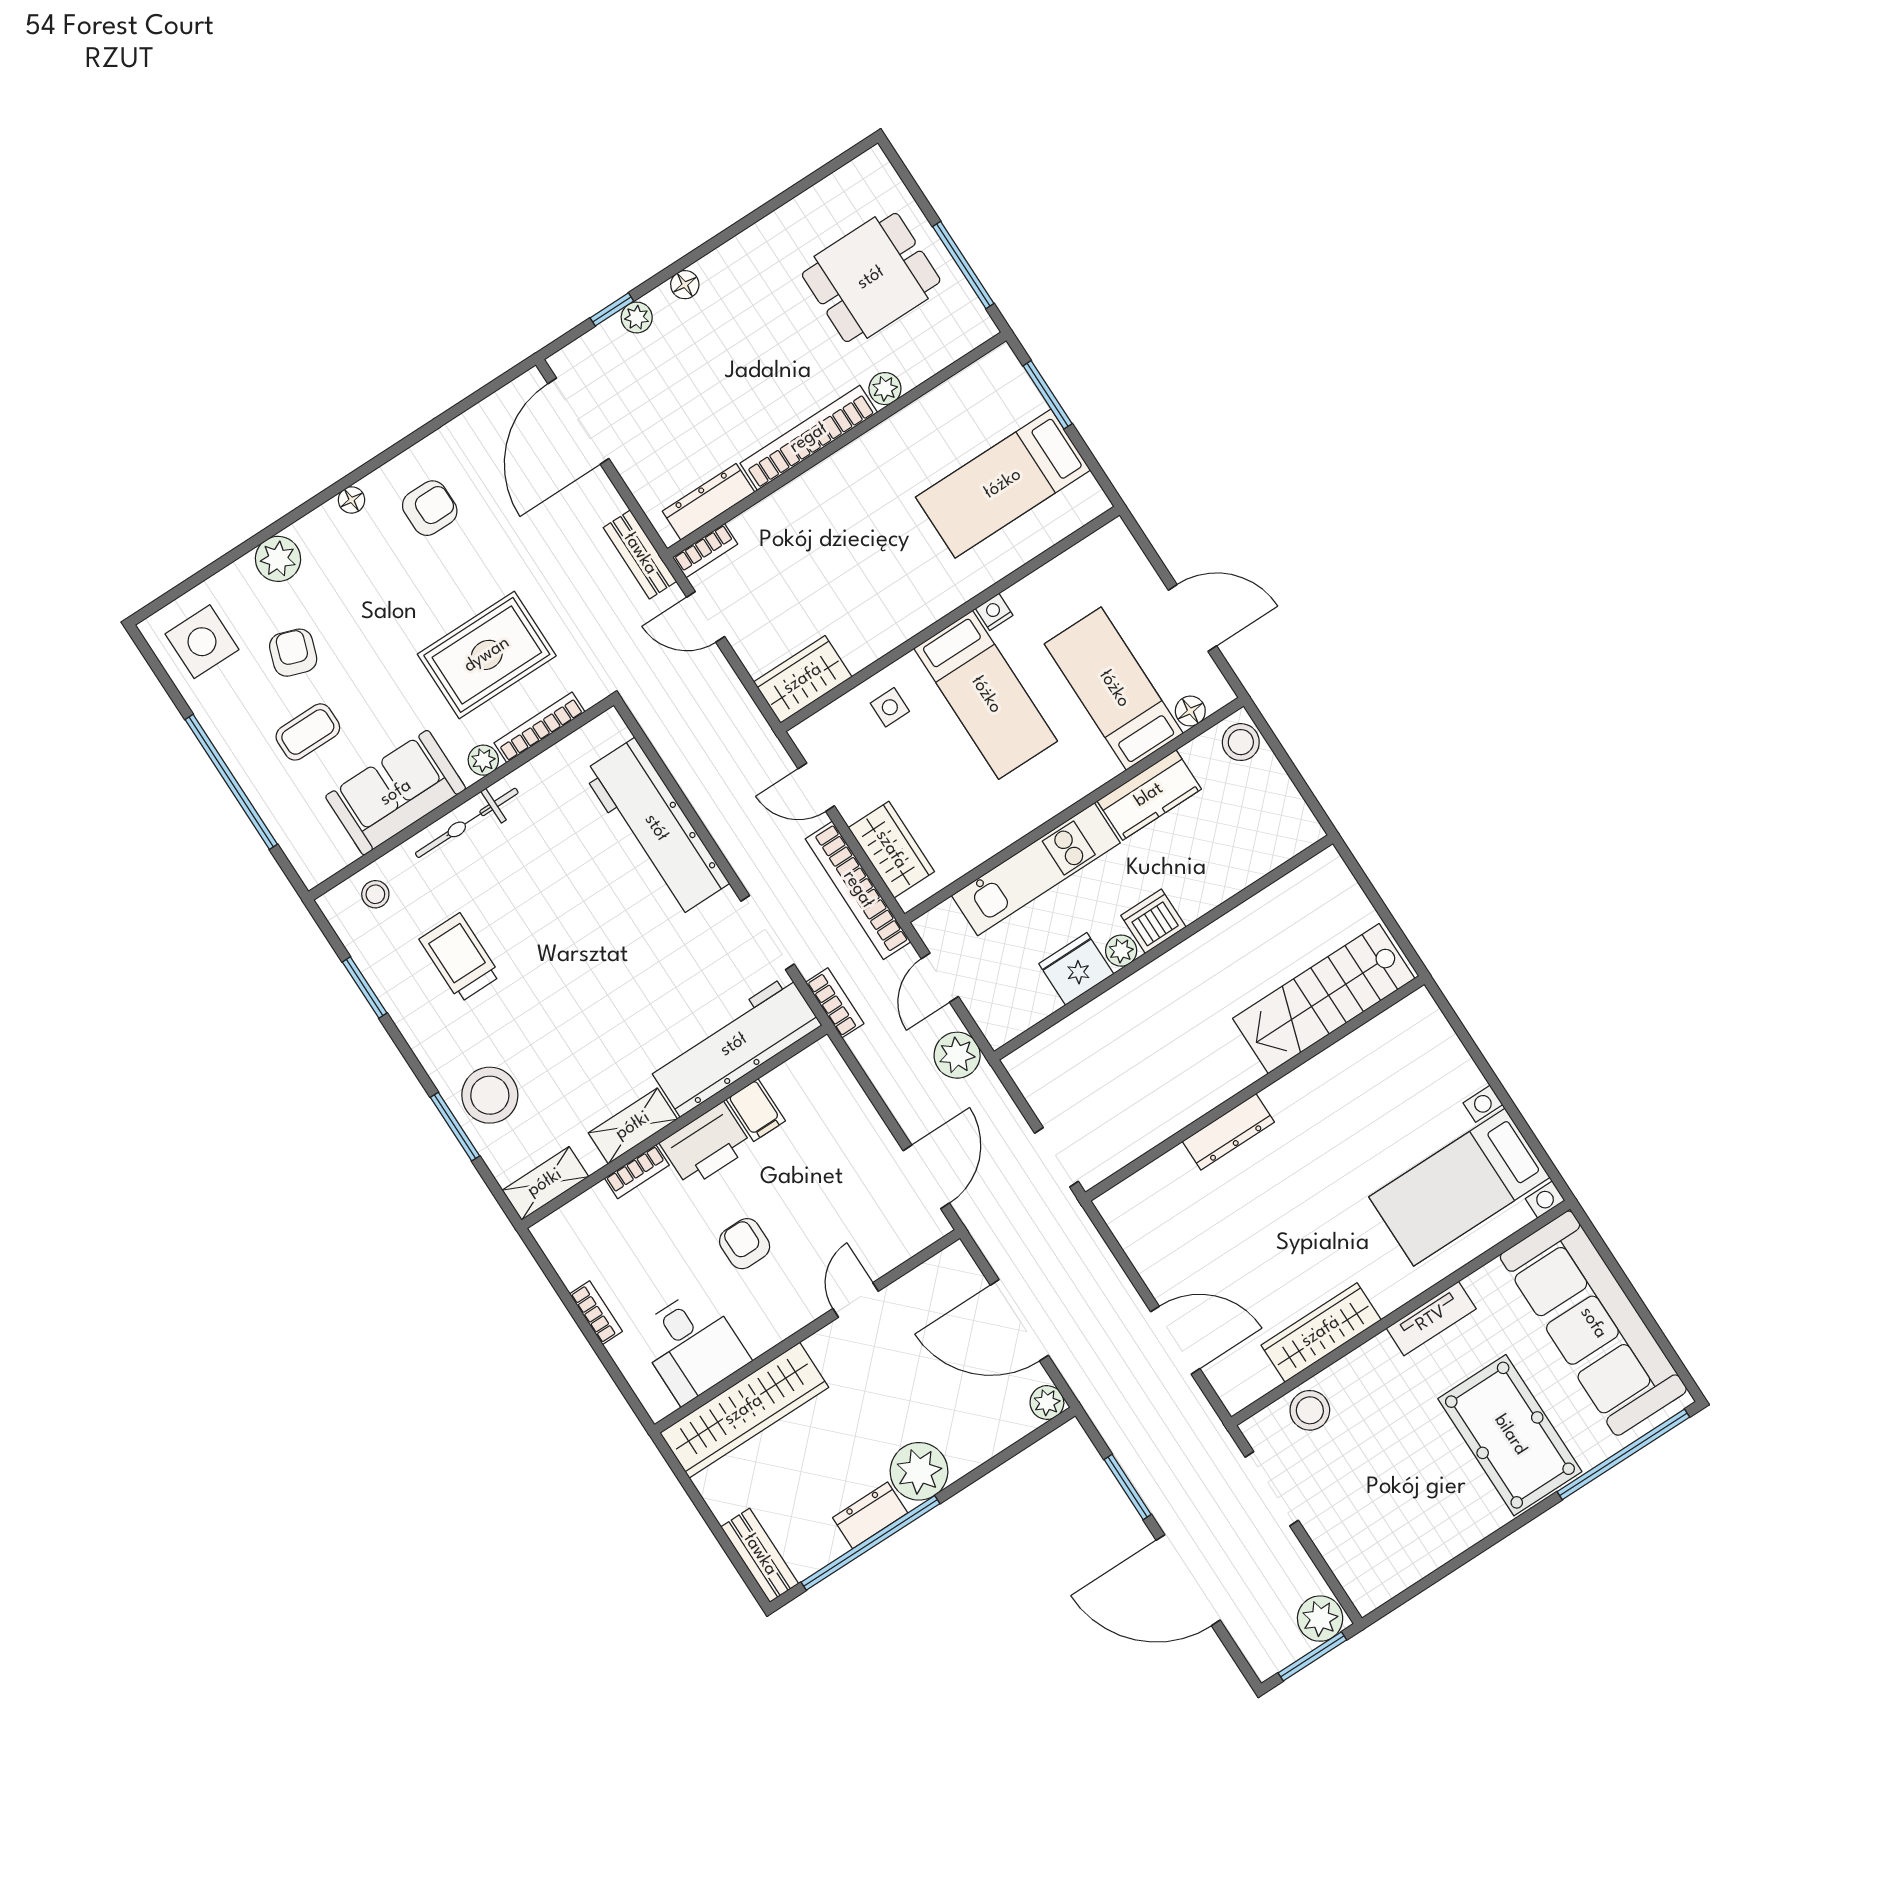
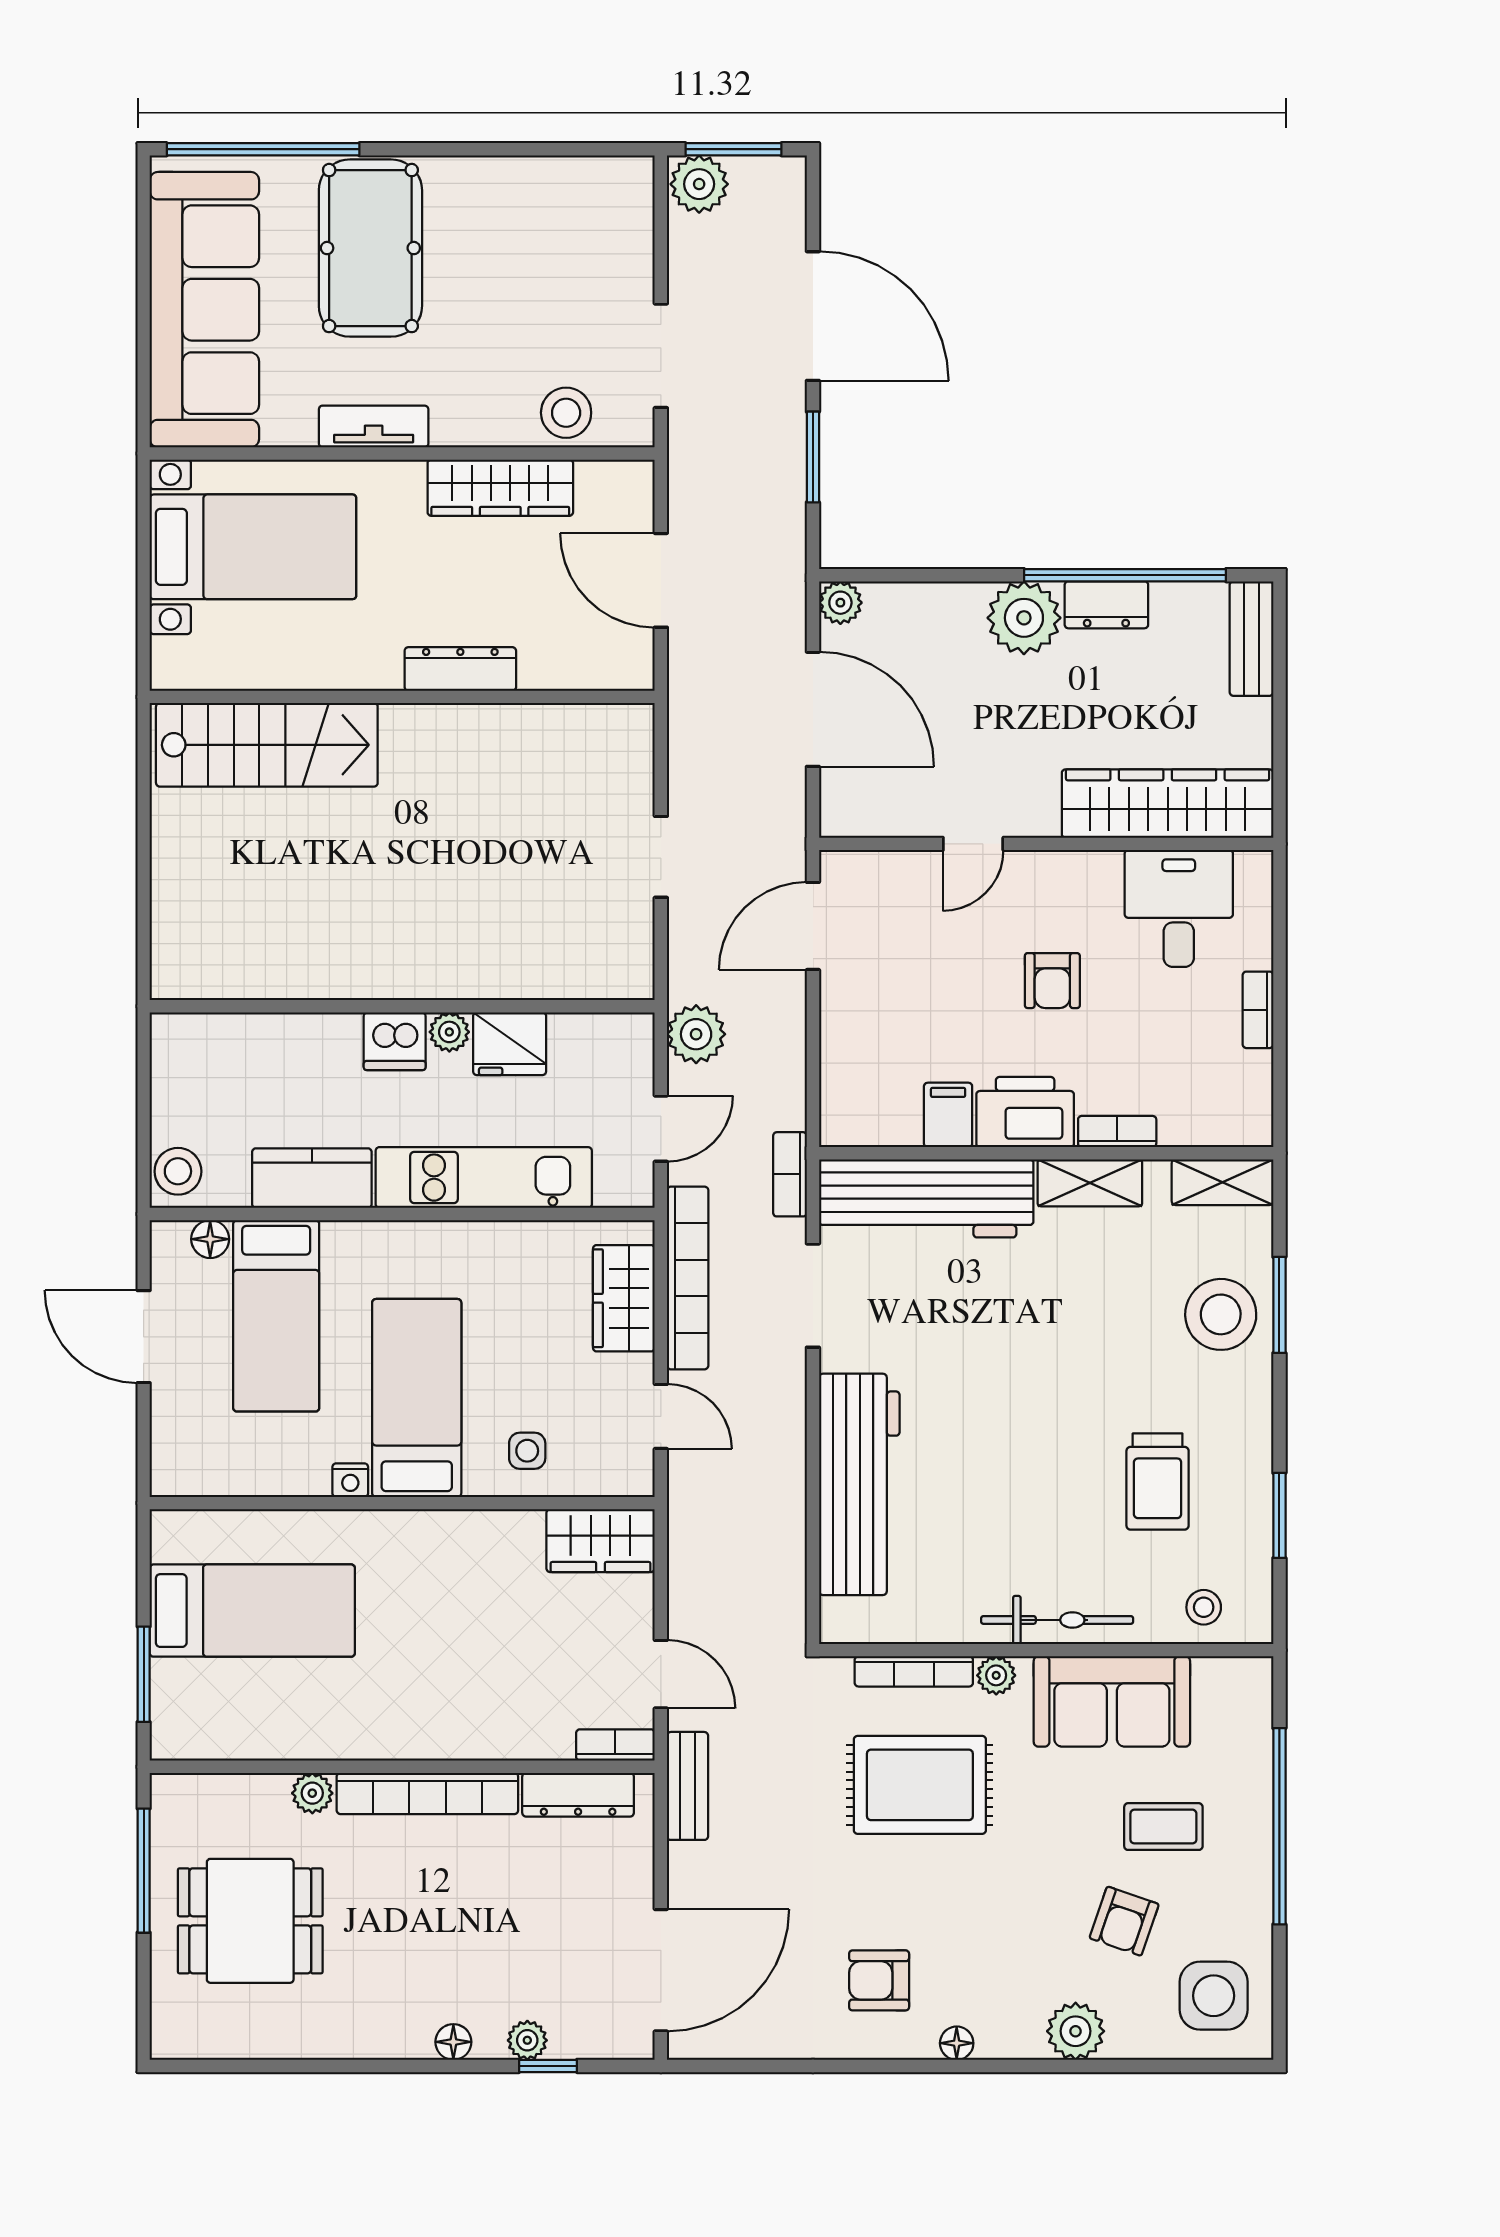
stairs: (1324, 999) -> (267, 745), moved
wall: (1255, 1088) -> (402, 697), moved
dresser: (1228, 1132) -> (460, 669), moved

